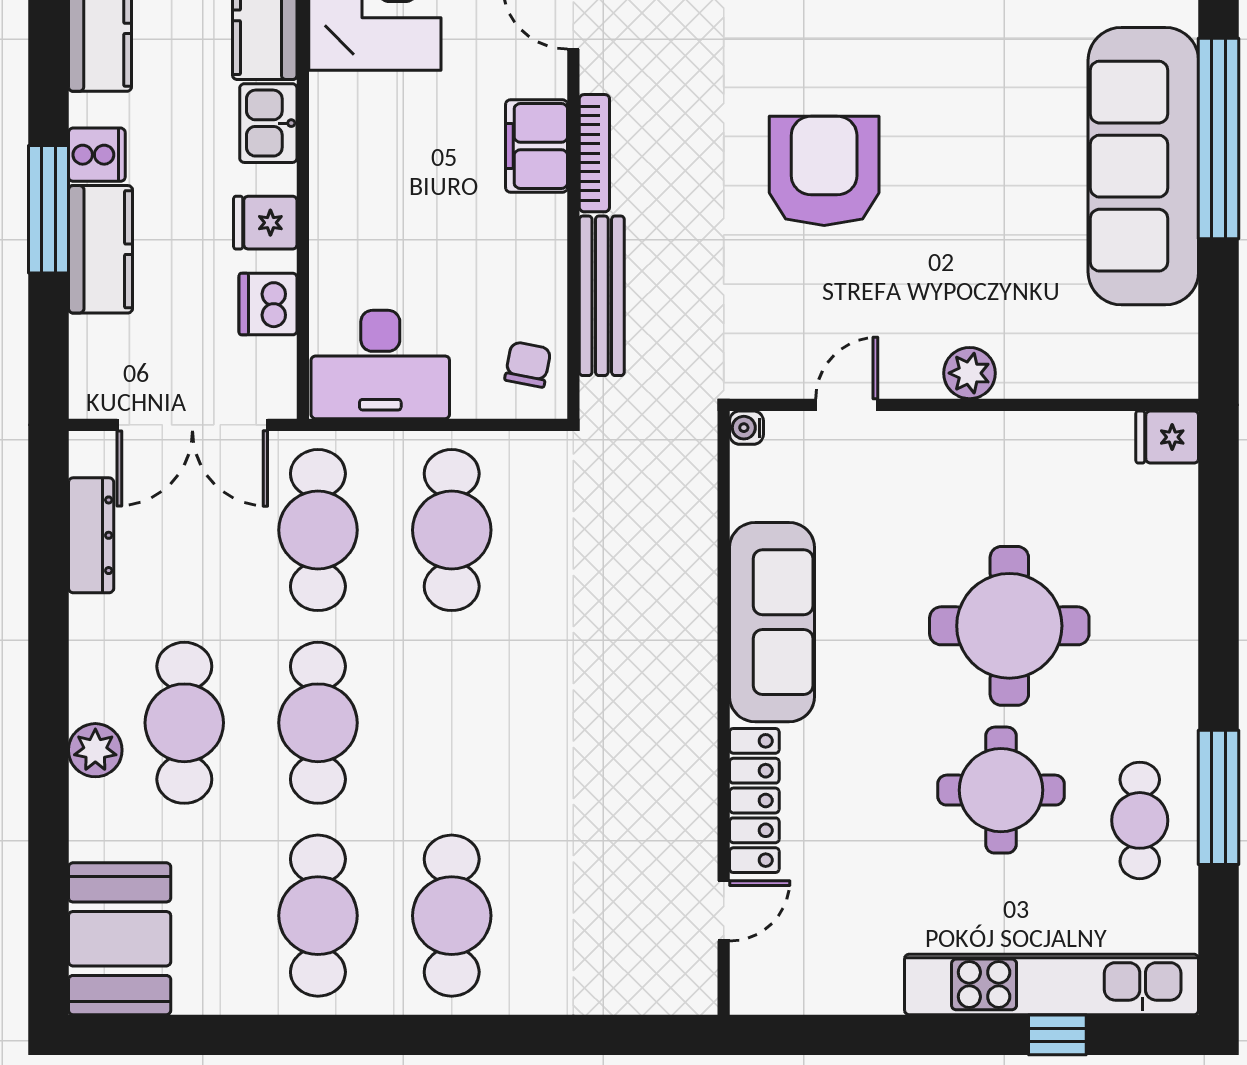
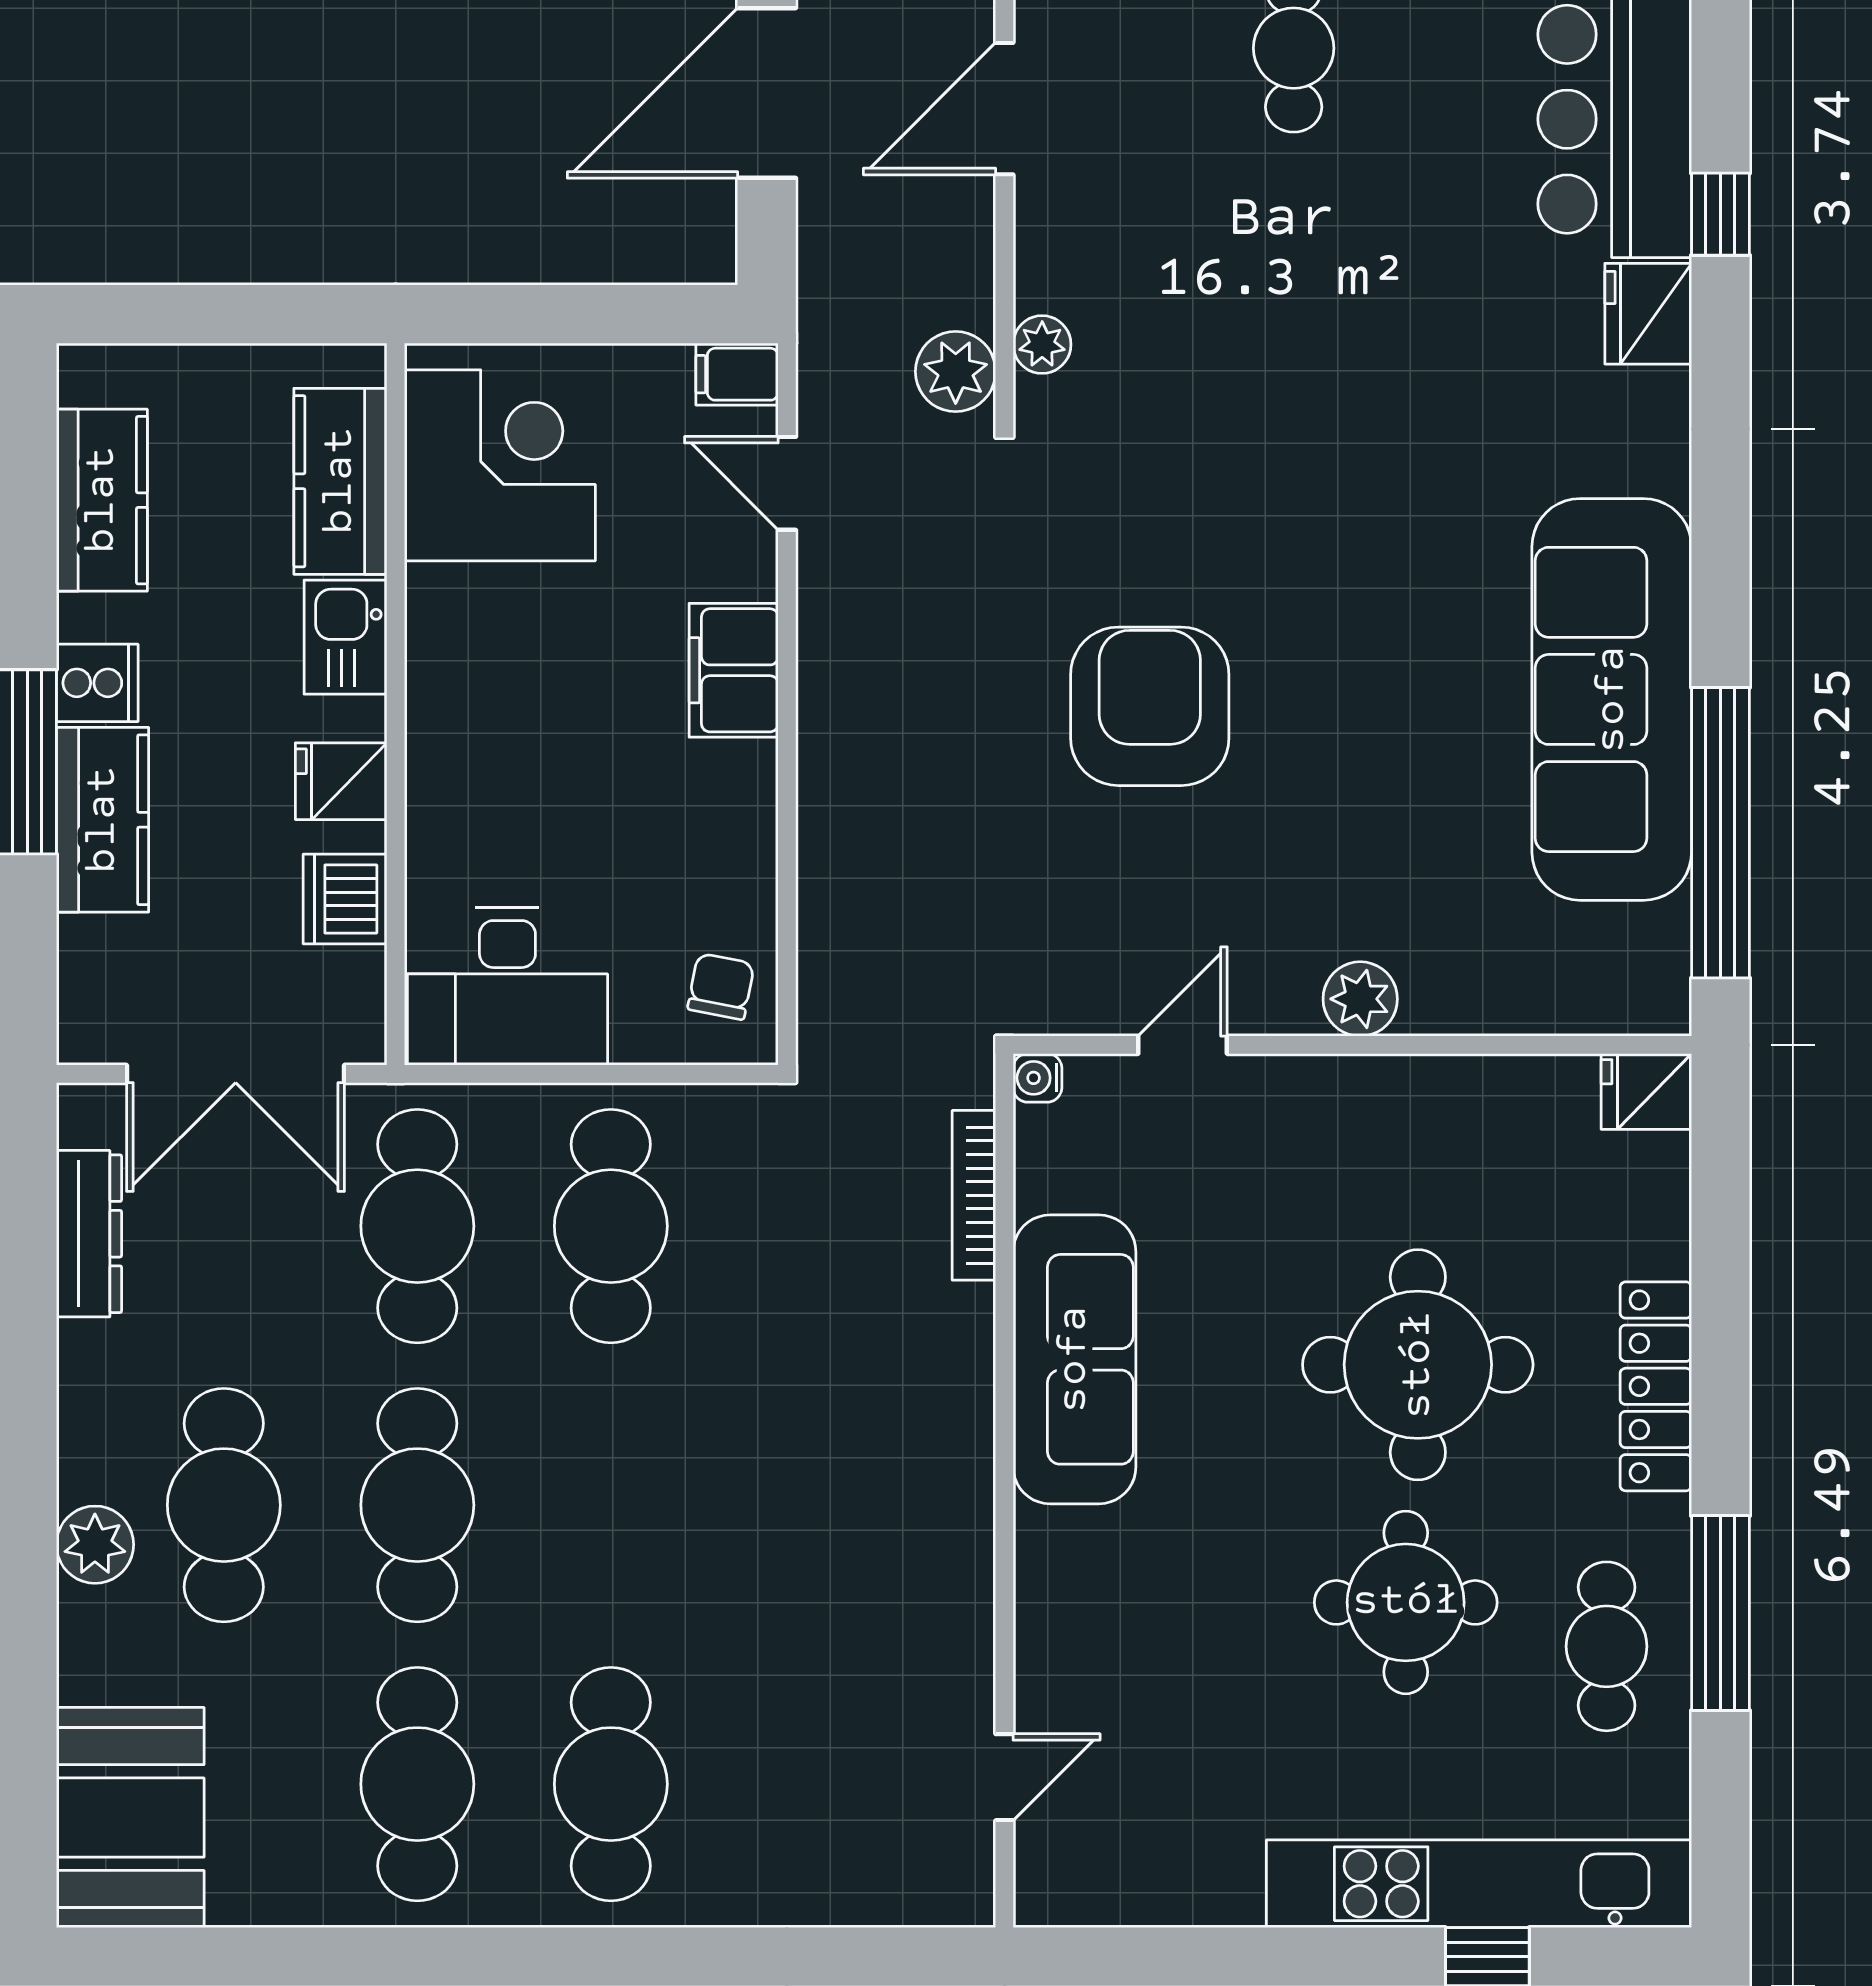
window: (1218, 139) -> (1720, 833), moved
bookcase: (594, 153) -> (974, 1195), moved, turned 180
bench: (602, 296) -> (828, 887), removed
locker: (754, 800) -> (1656, 1386), moved, turned 180

